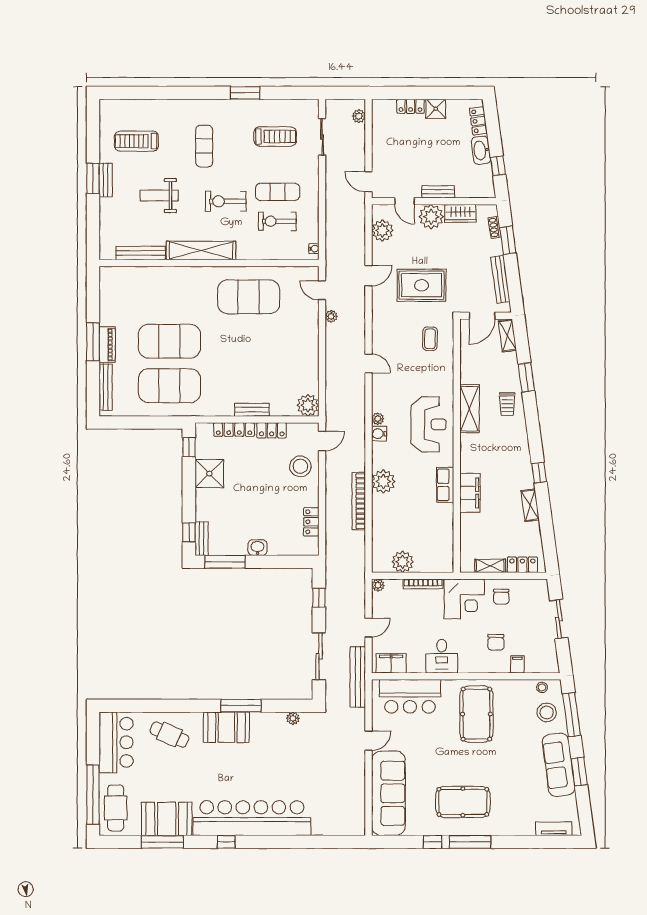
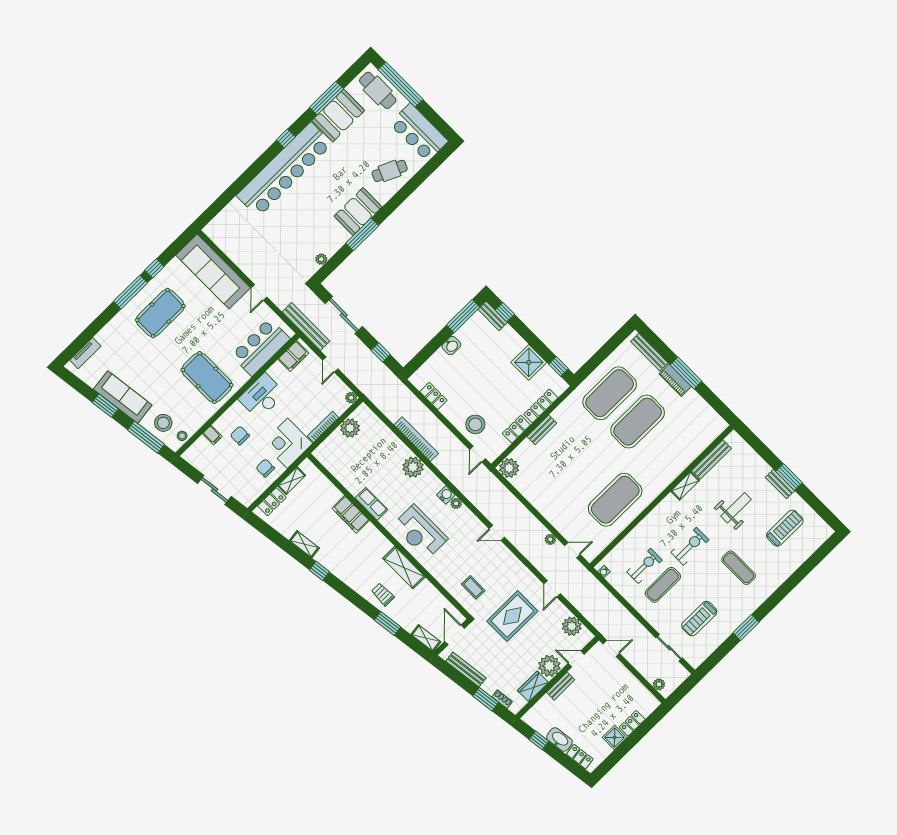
shelving: (201, 251) -> (685, 486), width x0.45, depth x0.75
desk: (442, 656) -> (262, 396), width x1.37

